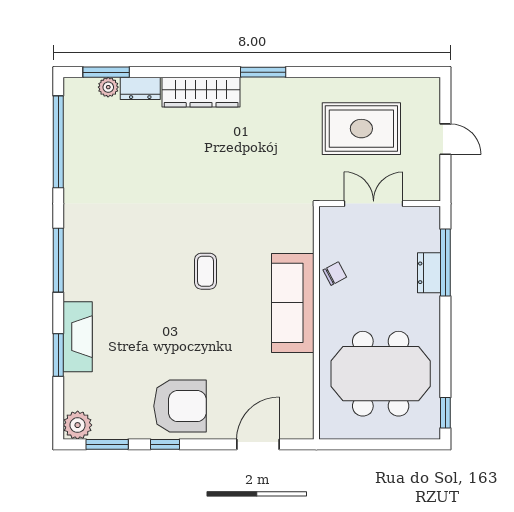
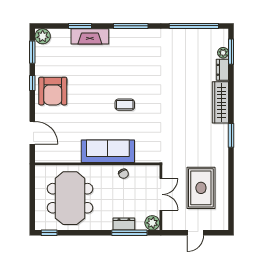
plant: (427, 220) -> (152, 223), added

